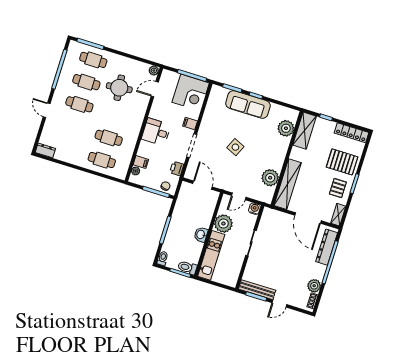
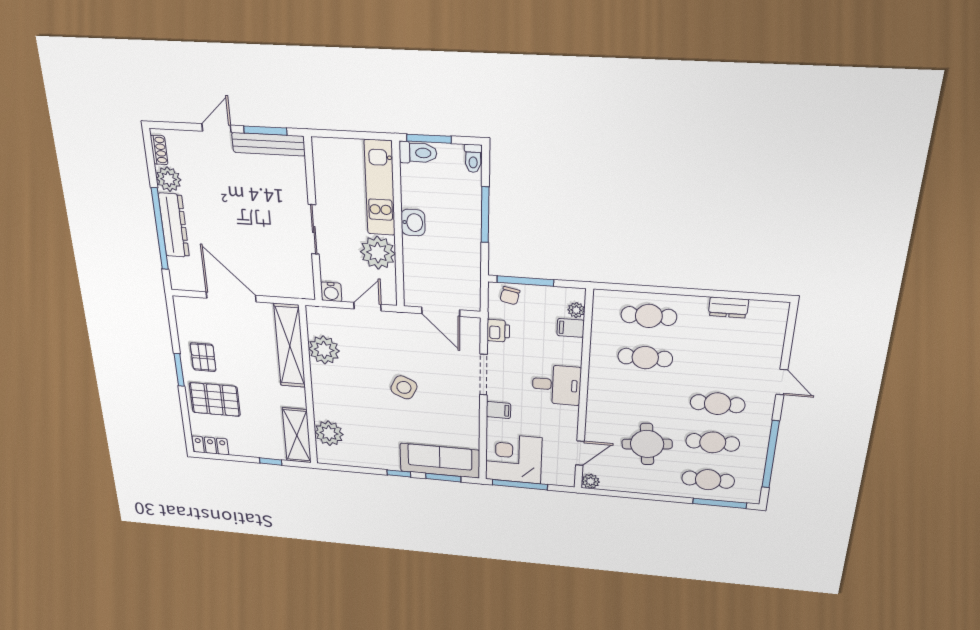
sofa: (248, 104) -> (440, 461), moved
locker: (351, 133) -> (210, 445), width x0.66
dresser: (45, 150) -> (728, 307), moved
shelving: (338, 215) -> (183, 314), removed
dresser: (327, 247) -> (174, 225), moved

